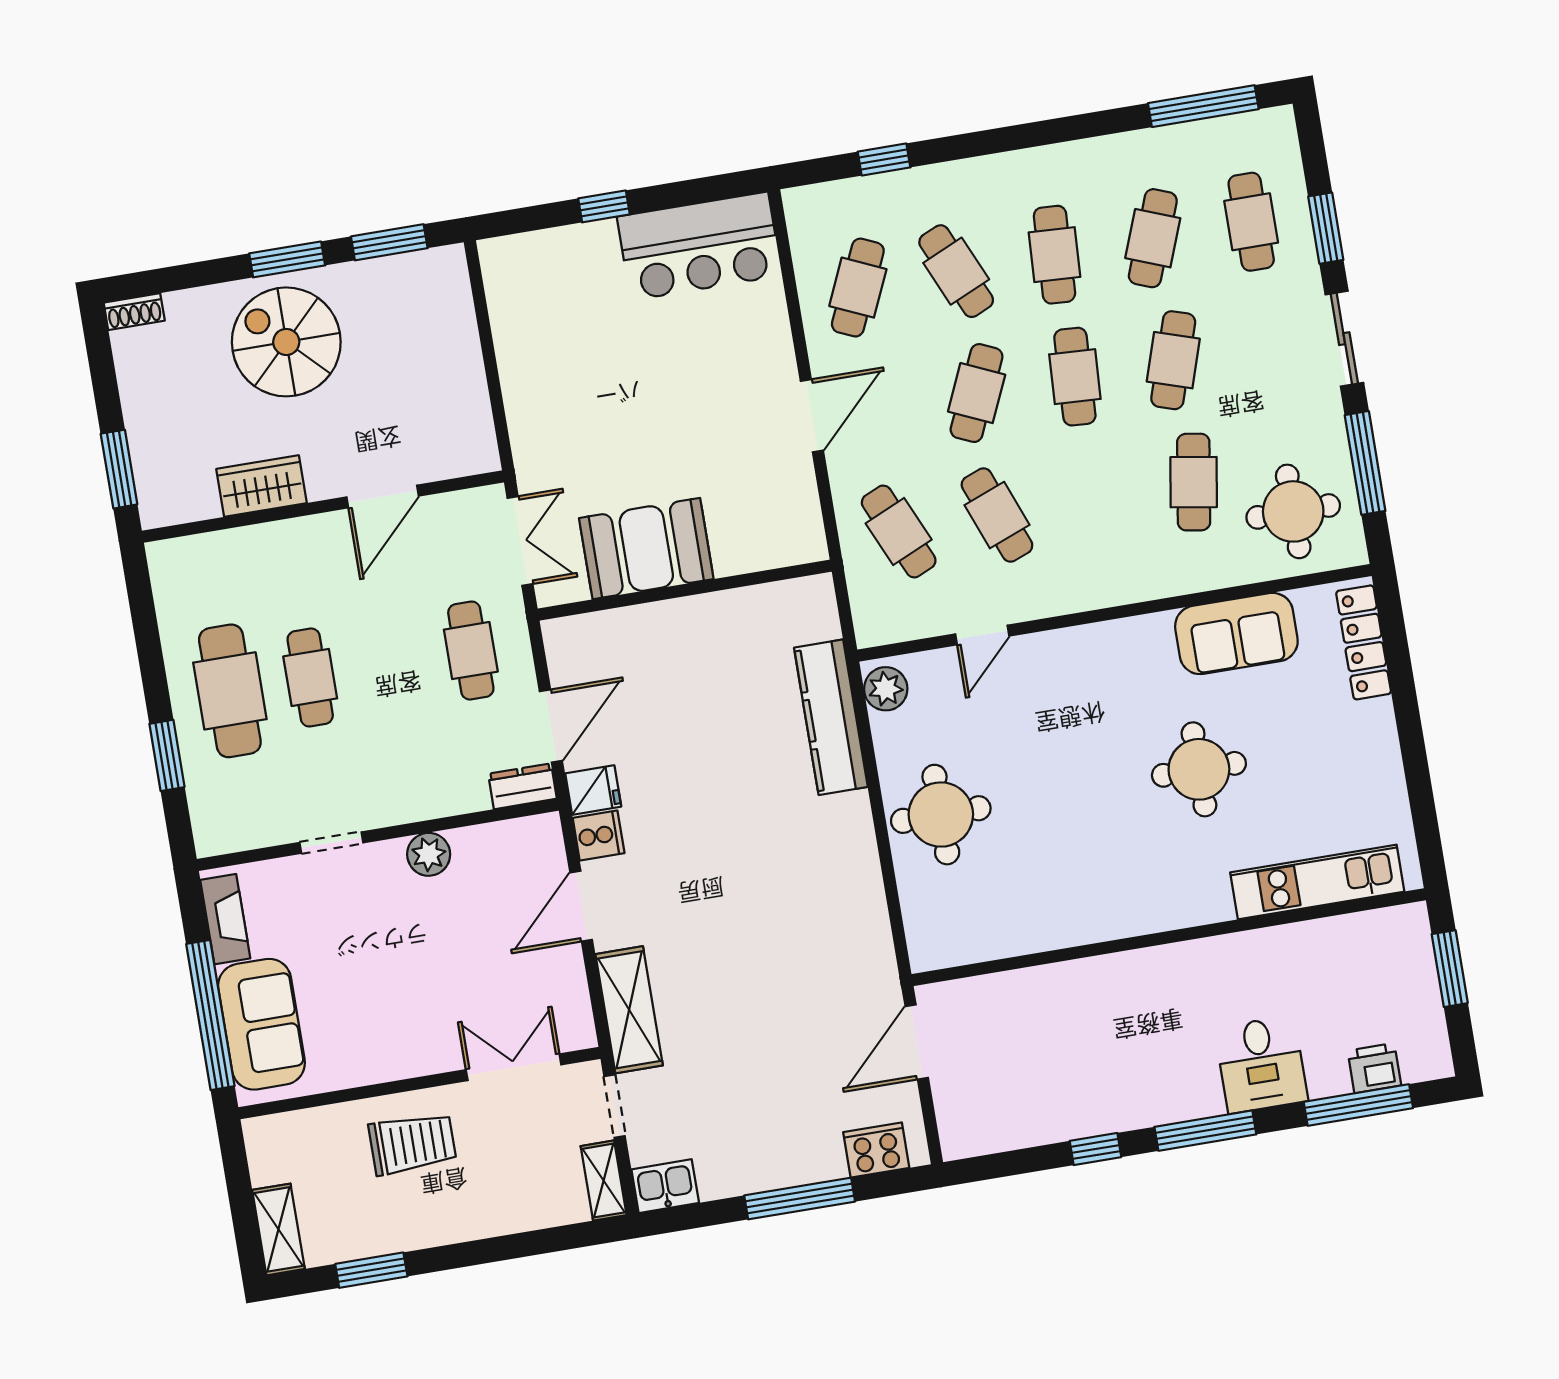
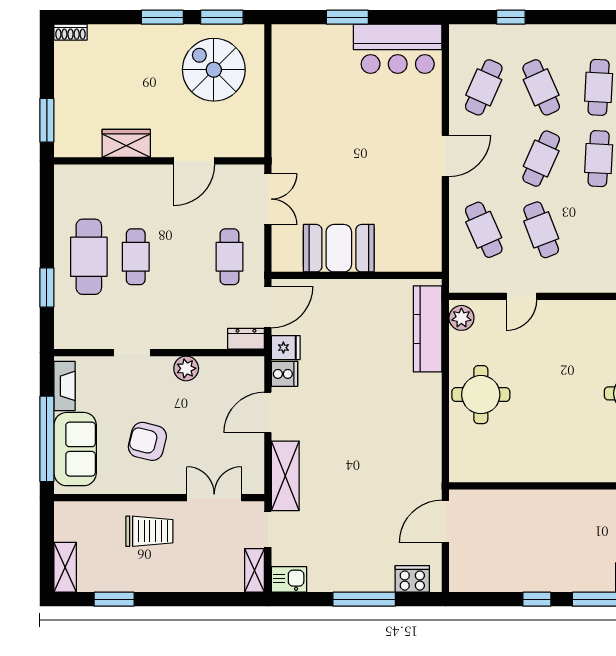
window: (604, 206) -> (347, 17), width x1.50
spiral stairs: (286, 342) -> (214, 70), moved
booth: (646, 549) -> (339, 248), moved
wall: (685, 590) -> (357, 275), moved
armchair: (383, 990) -> (147, 441), added

